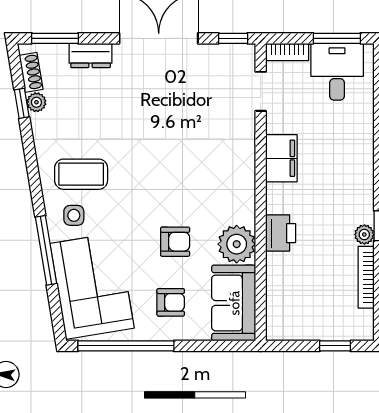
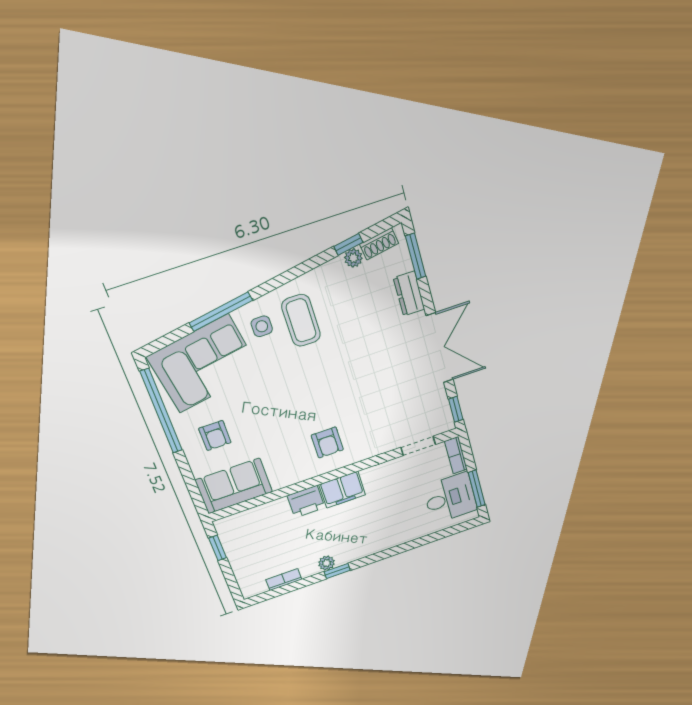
filing cabinet: (281, 158) -> (342, 490), moved
armchair: (175, 242) -> (327, 442), moved
plant: (237, 244) -> (285, 471), removed
bookcase: (366, 277) -> (284, 580), width x0.64
window: (335, 346) -> (218, 548), moved

